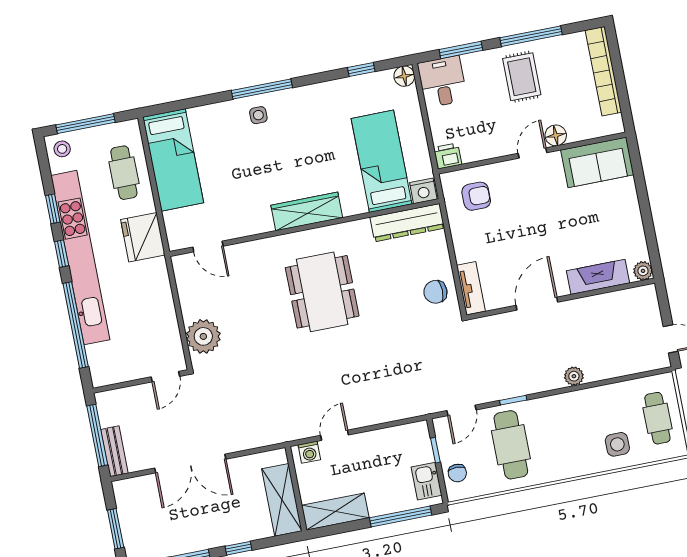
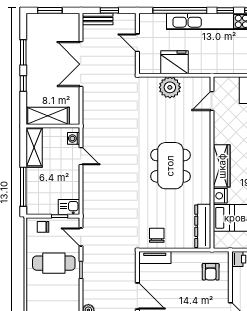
nightstand: (423, 191) -> (220, 196), moved
fridge: (143, 237) -> (174, 62), moved
dining table: (322, 292) -> (170, 166), turned 90
plant: (203, 336) -> (170, 87), moved
door: (165, 377) -> (137, 43), moved
window: (97, 435) -> (109, 10), width x0.46
kitchen sink: (427, 481) -> (69, 207), moved

